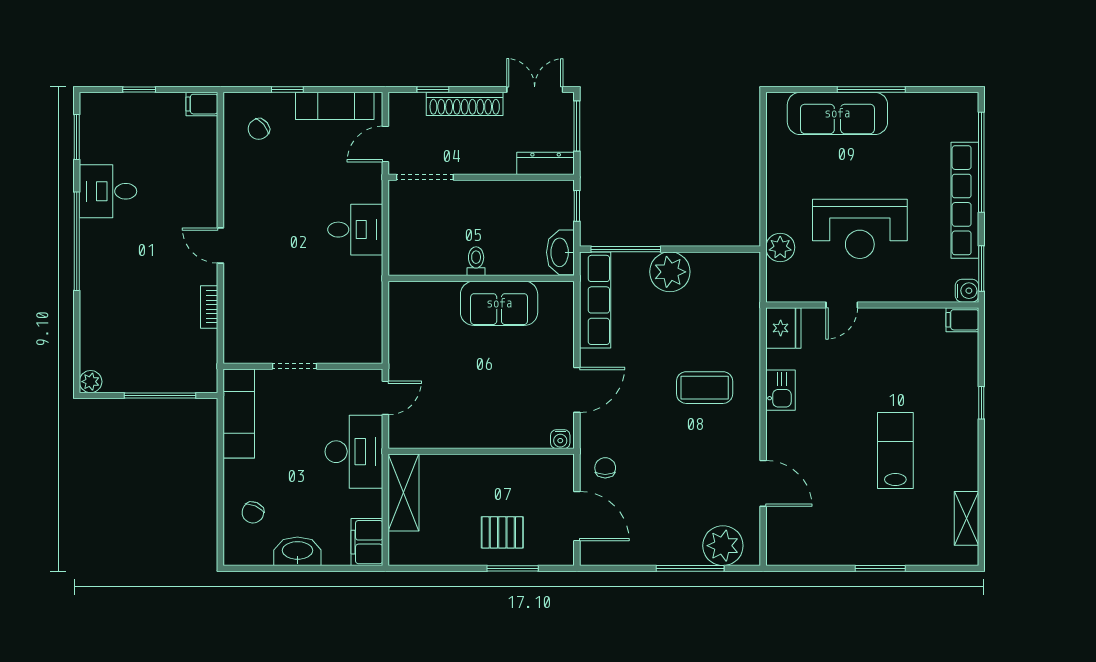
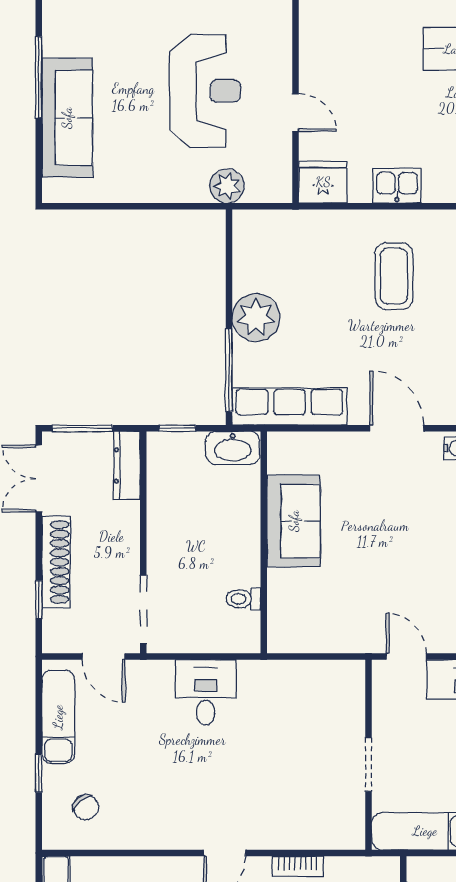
toilet: (476, 261) -> (243, 599), moved

